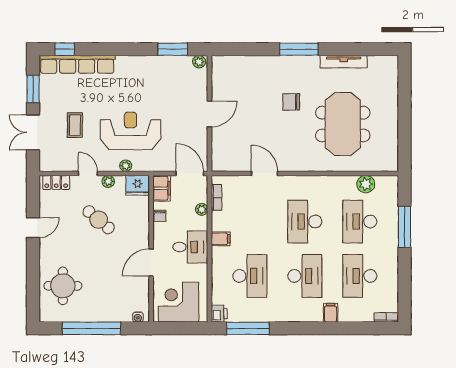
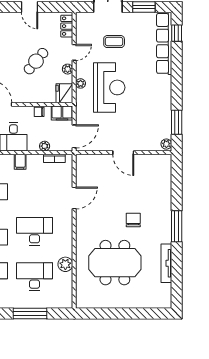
plant: (366, 184) -> (65, 264), moved

